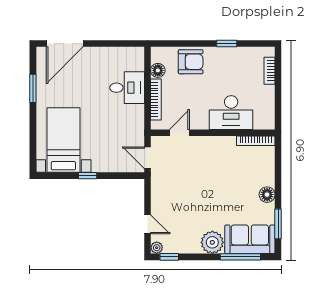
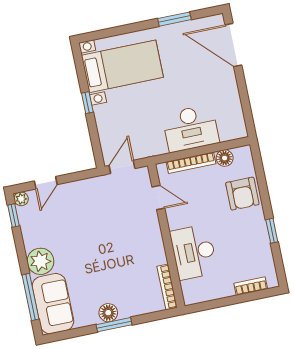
desk: (127, 88) -> (191, 128), width x1.37
window: (278, 224) -> (114, 325), moved

